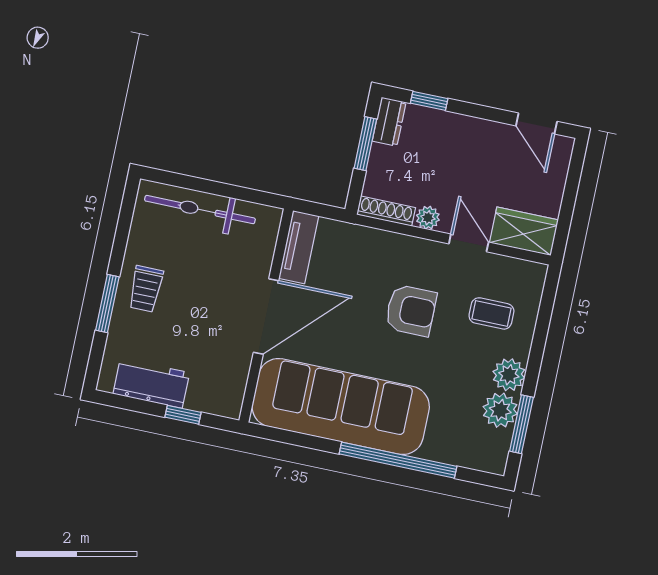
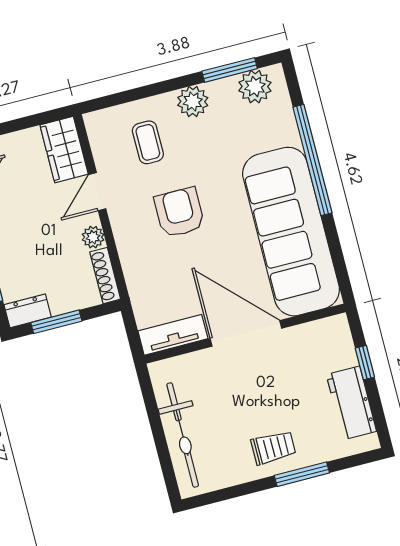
plant: (500, 410) -> (255, 87), moved

